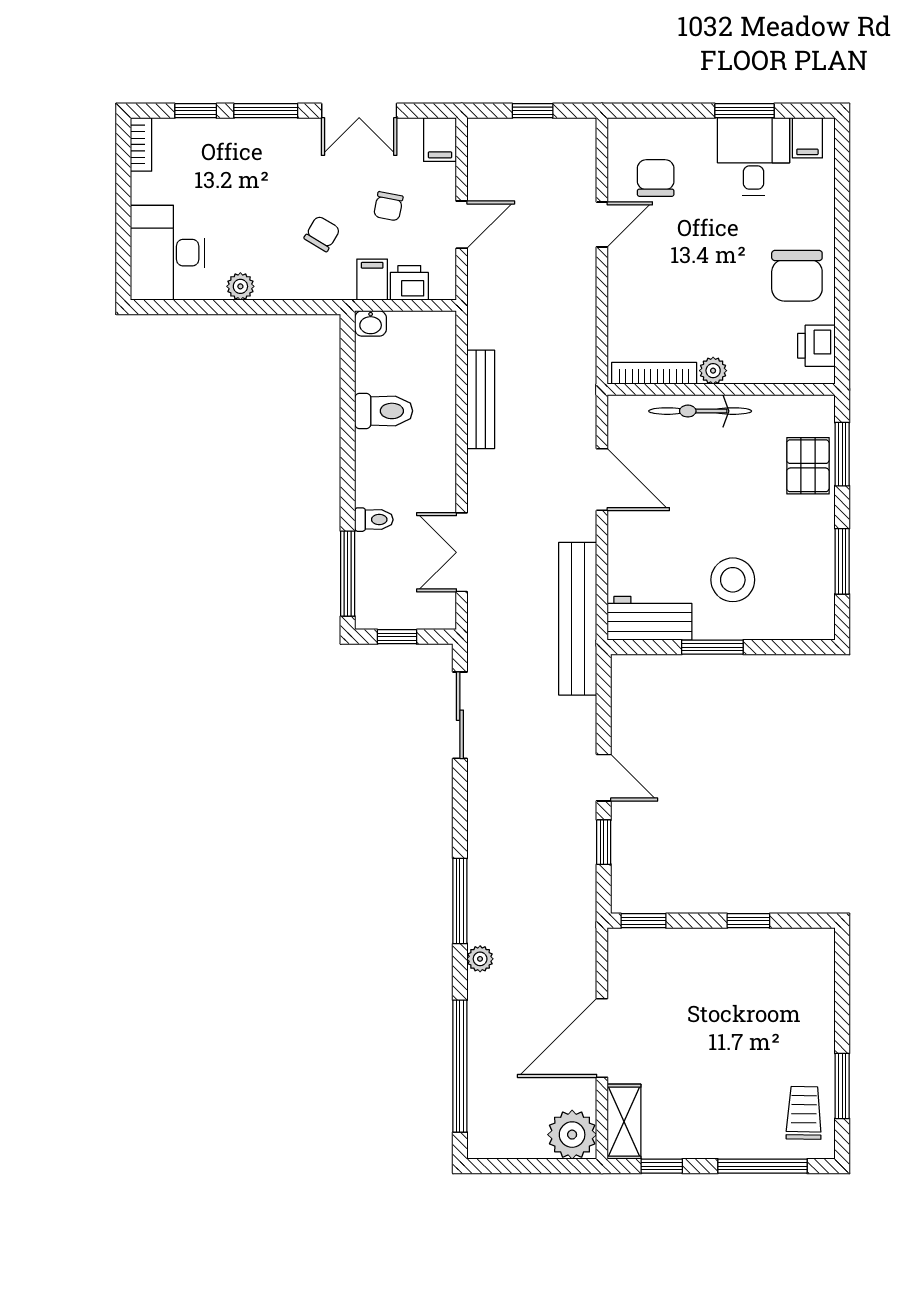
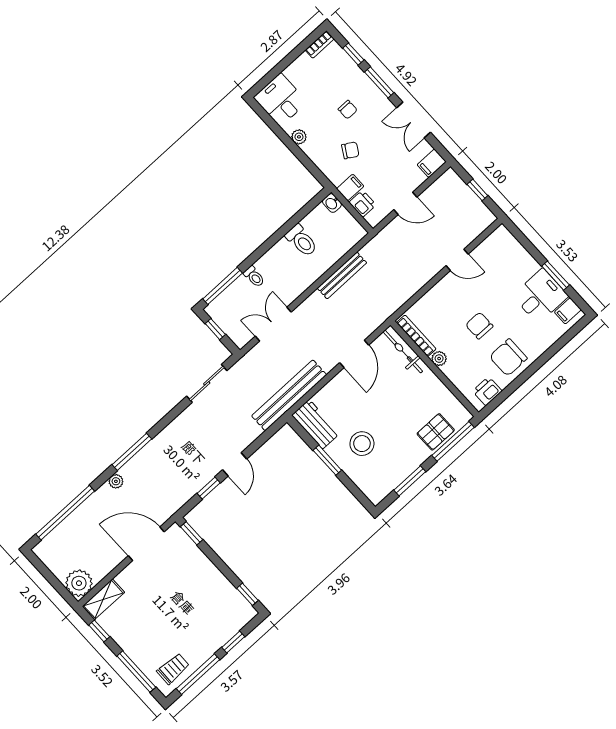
chair: (656, 178) -> (479, 326), moved, turned -90
chair: (388, 206) -> (348, 110), moved, turned -101
desk: (168, 253) -> (281, 100), width x0.73
bicycle: (700, 411) -> (403, 351), moved
window: (842, 454) -> (453, 441), width x1.44
window: (748, 921) -> (247, 594), moved
window: (842, 999) -> (233, 642), added
door: (602, 1038) -> (146, 544), moved
window: (842, 1086) -> (198, 674), width x1.44

